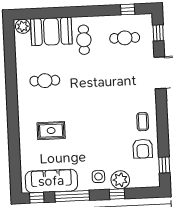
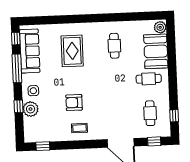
rug: (51, 131) -> (72, 51), width x1.36, depth x1.43
armchair: (143, 149) -> (74, 103), moved

